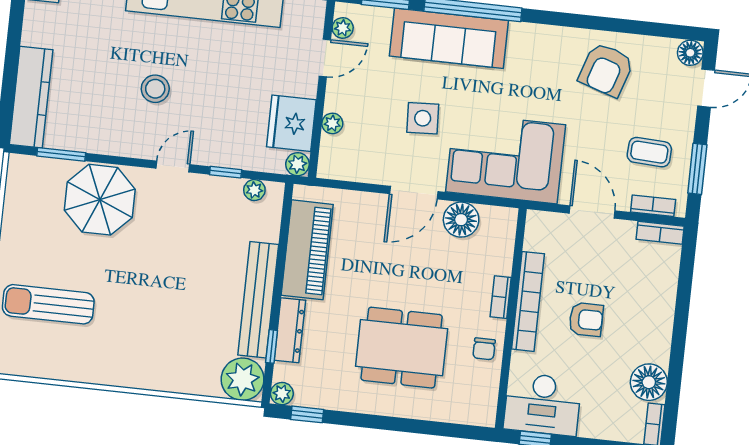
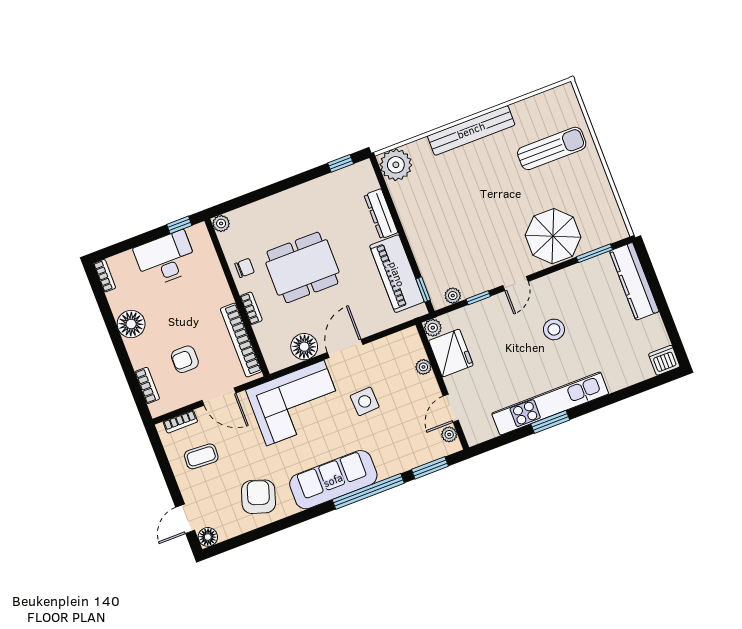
sofa: (449, 38) -> (333, 480), moved
window: (697, 169) -> (163, 462), removed
bookcase: (660, 233) -> (147, 385), moved, turned 90
bench: (258, 300) -> (471, 130), moved, turned 90
bookcase: (528, 301) -> (241, 340), moved
armchair: (586, 319) -> (185, 359), moved
window: (272, 346) -> (423, 290), moved
dining table: (402, 348) -> (302, 267), moved
chair: (484, 349) -> (244, 268), turned 90
floor lamp: (649, 382) -> (131, 324), moved
plant: (282, 394) -> (221, 223), moved
desk: (543, 404) -> (166, 259), moved

